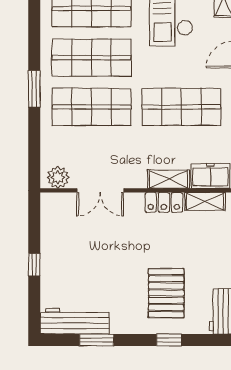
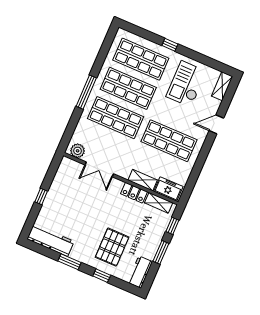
window: (34, 89) -> (86, 92), width x1.44
window: (97, 340) -> (69, 262), moved

